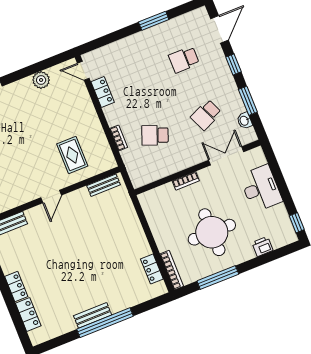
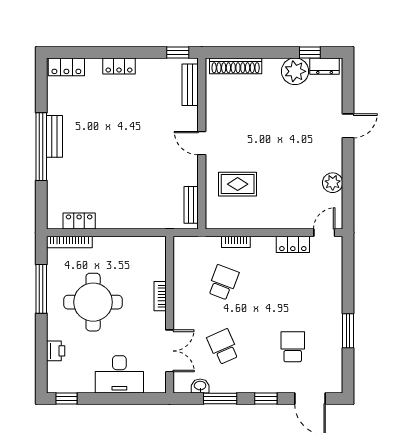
locker: (28, 314) -> (66, 67), moved

